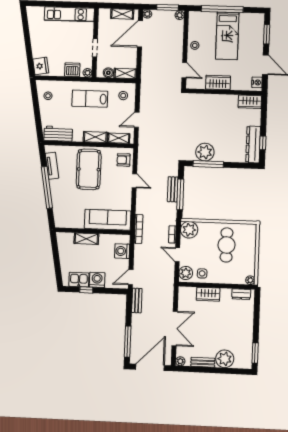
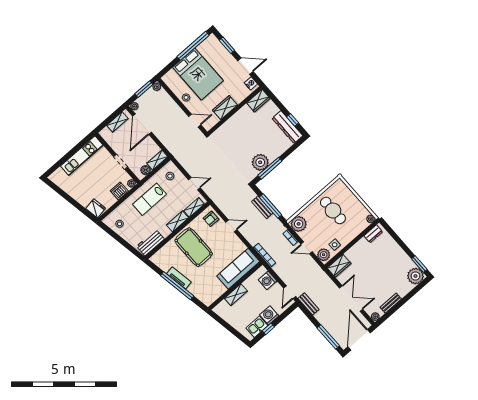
window: (222, 9) -> (193, 46), moved
bed: (227, 36) -> (198, 74), width x1.50
door: (137, 120) -> (194, 184), swing flipped
tv unit: (52, 166) -> (179, 278), moved
wardrobe: (208, 294) -> (339, 266), moved
plant: (225, 359) -> (415, 276), moved

